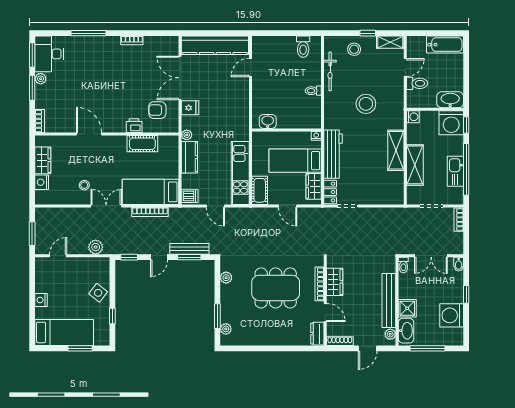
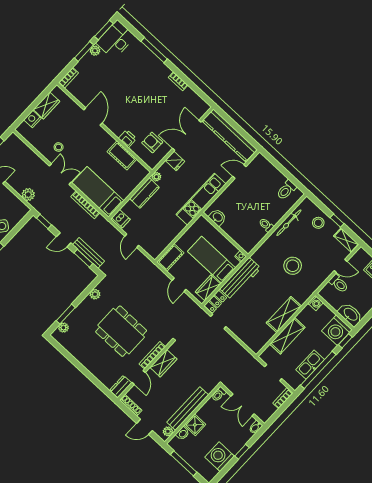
kitchen unit: (240, 173) -> (201, 199), moved
washbasin: (406, 331) -> (183, 433), width x0.52, depth x0.69

